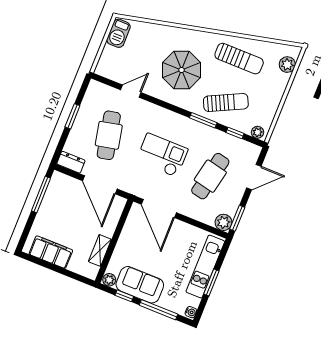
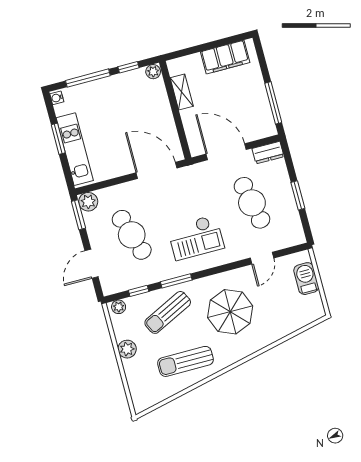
barbecue: (119, 33) -> (306, 279), moved
plant: (287, 65) -> (127, 349), moved
checkout: (162, 155) -> (196, 238), moved
cafe table: (210, 176) -> (132, 235), turned -30
sofa: (140, 285) -> (122, 88), removed

